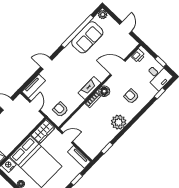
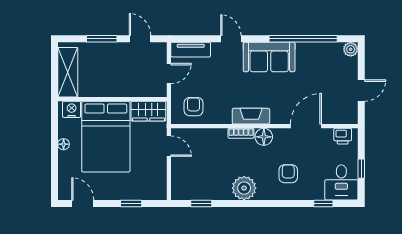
sofa: (87, 37) -> (269, 57), moved
door: (118, 68) -> (306, 126), hinge flipped
tv unit: (79, 157) -> (160, 181), removed

